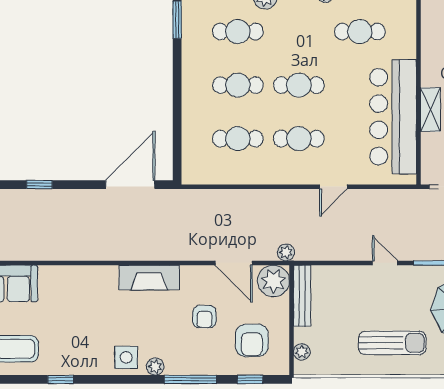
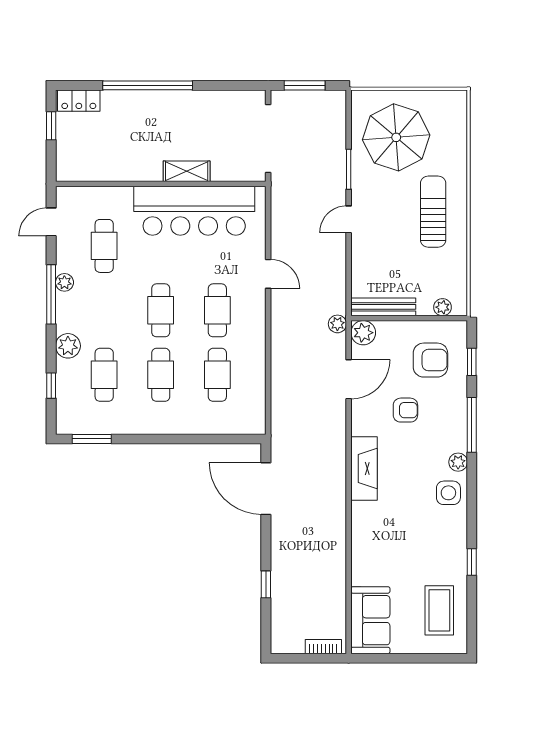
plant: (273, 281) -> (363, 333), width x0.73, depth x0.73

